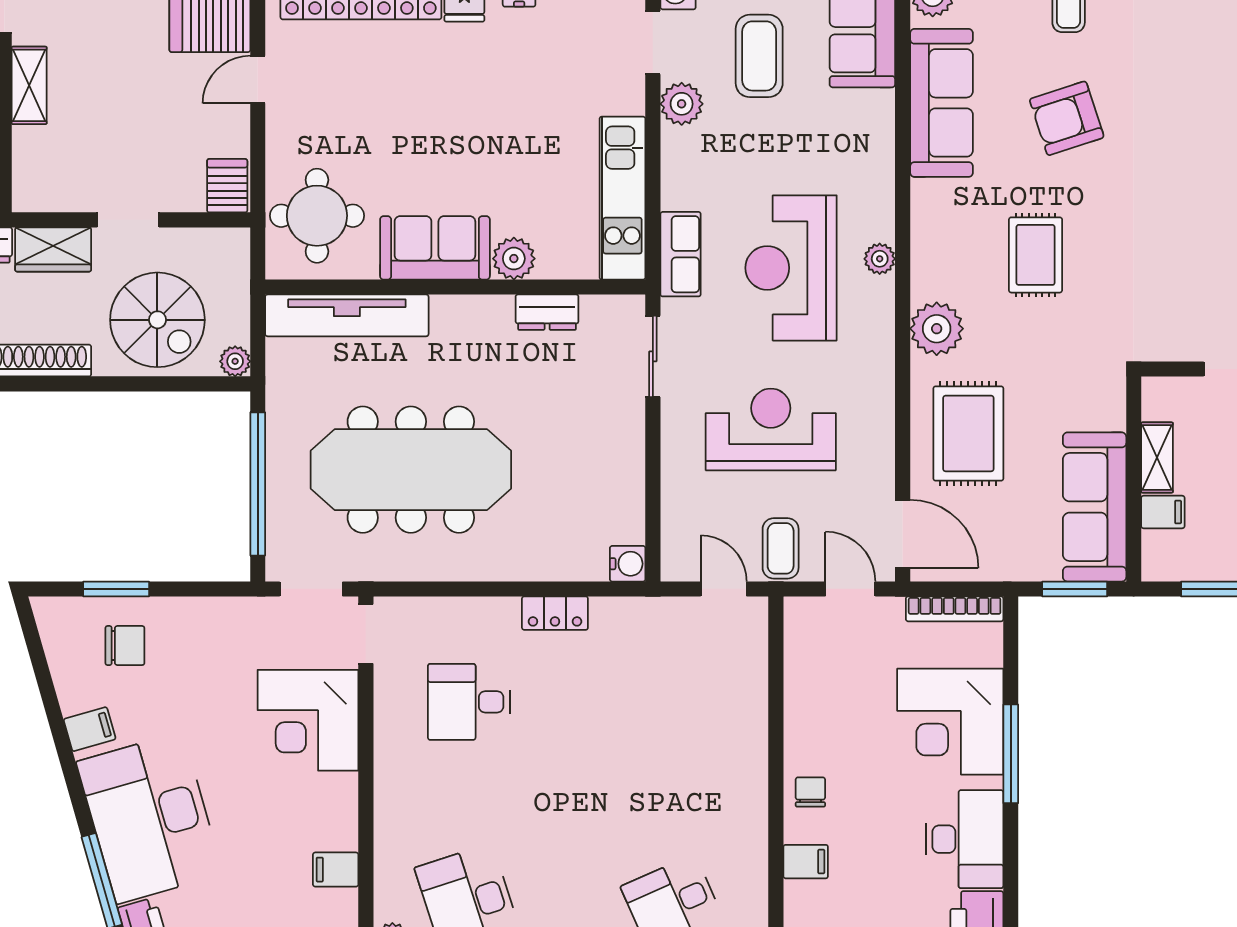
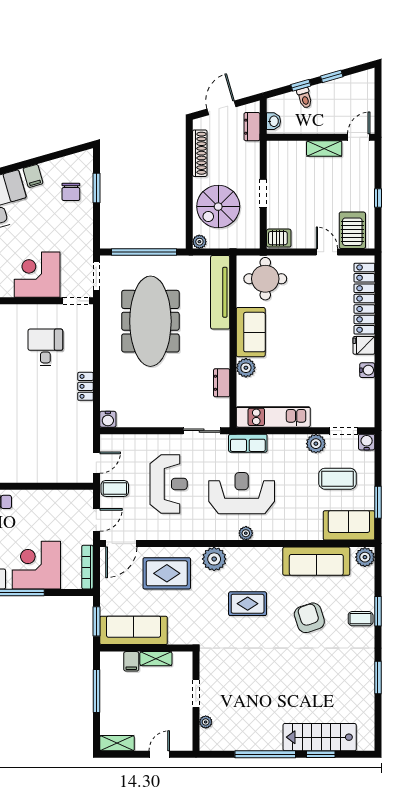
wardrobe: (53, 249) -> (250, 159), removed

